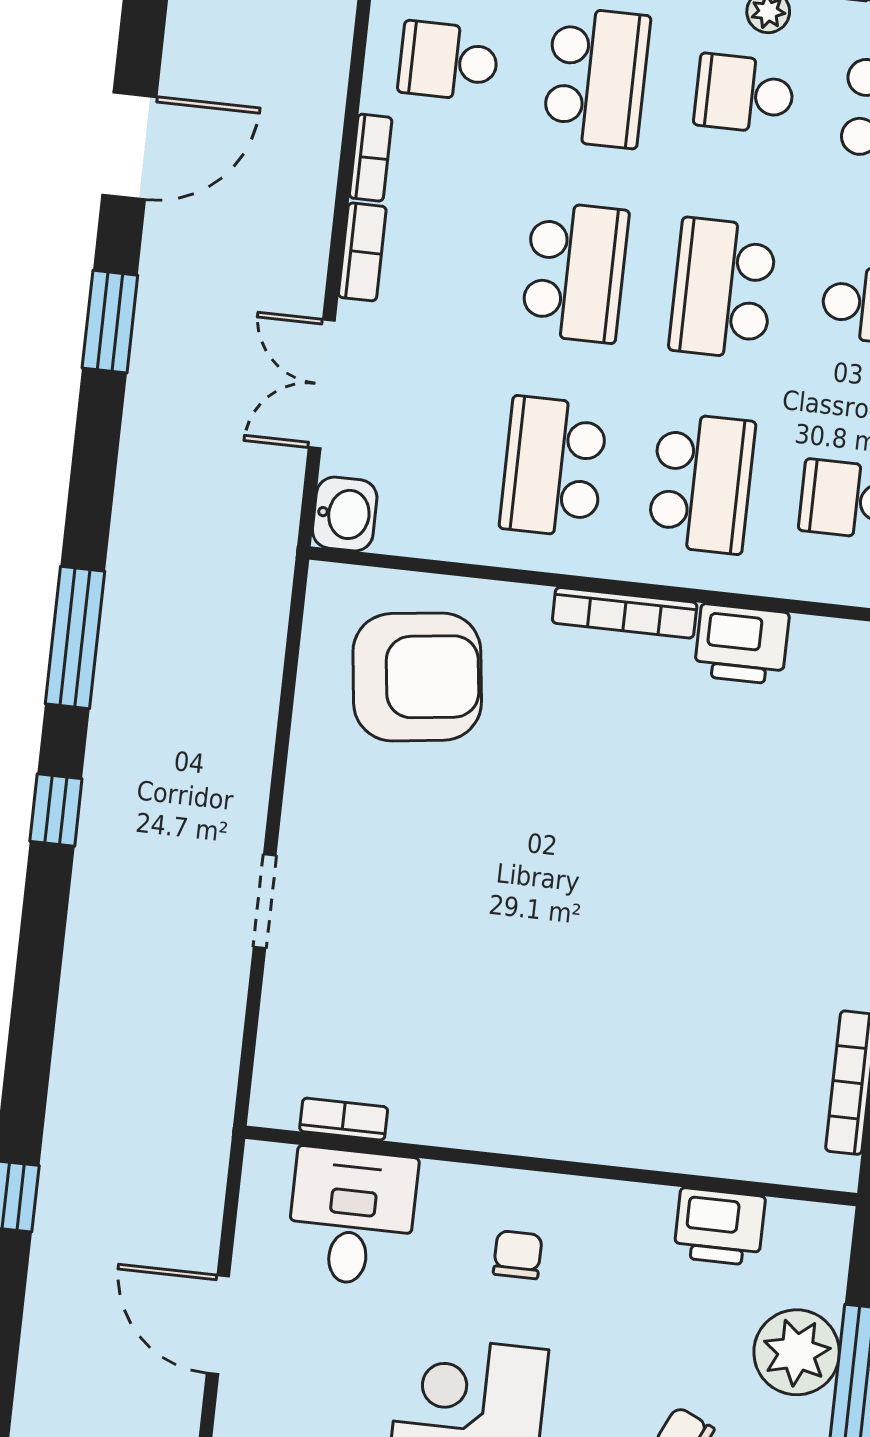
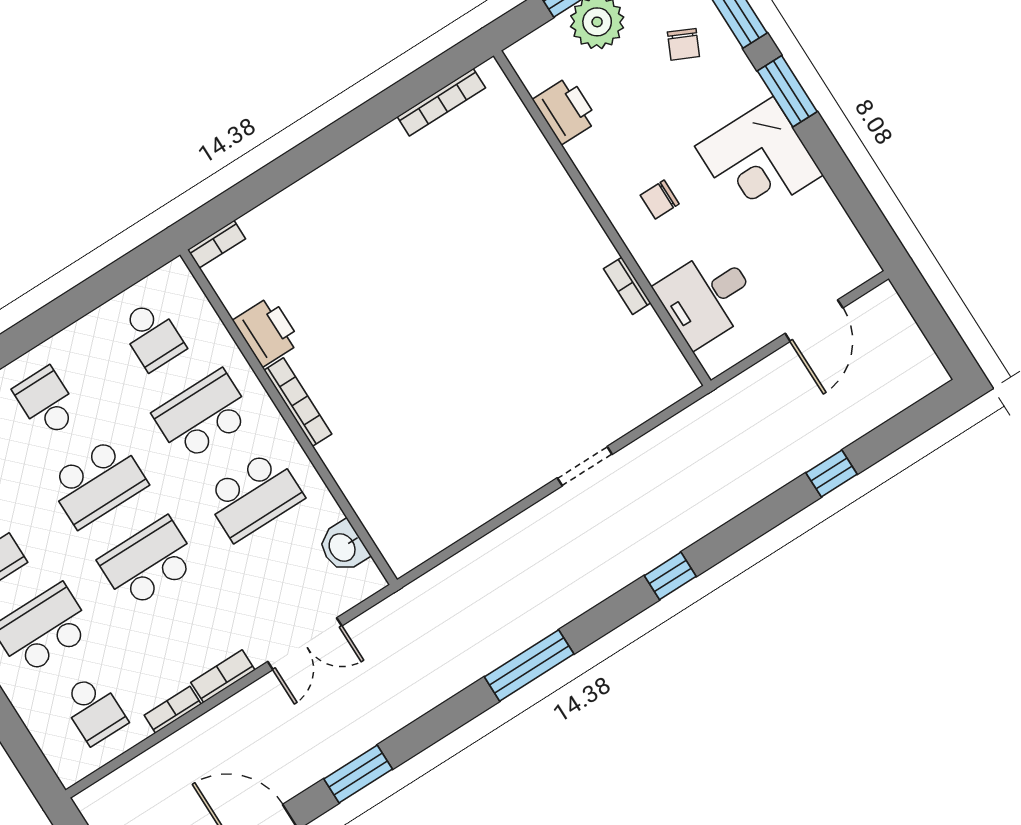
washbasin: (345, 514) -> (343, 547), moved, turned -90
armchair: (417, 677) -> (412, 480), removed
window: (56, 810) -> (670, 576), moved
bookcase: (344, 1119) -> (627, 286), moved

